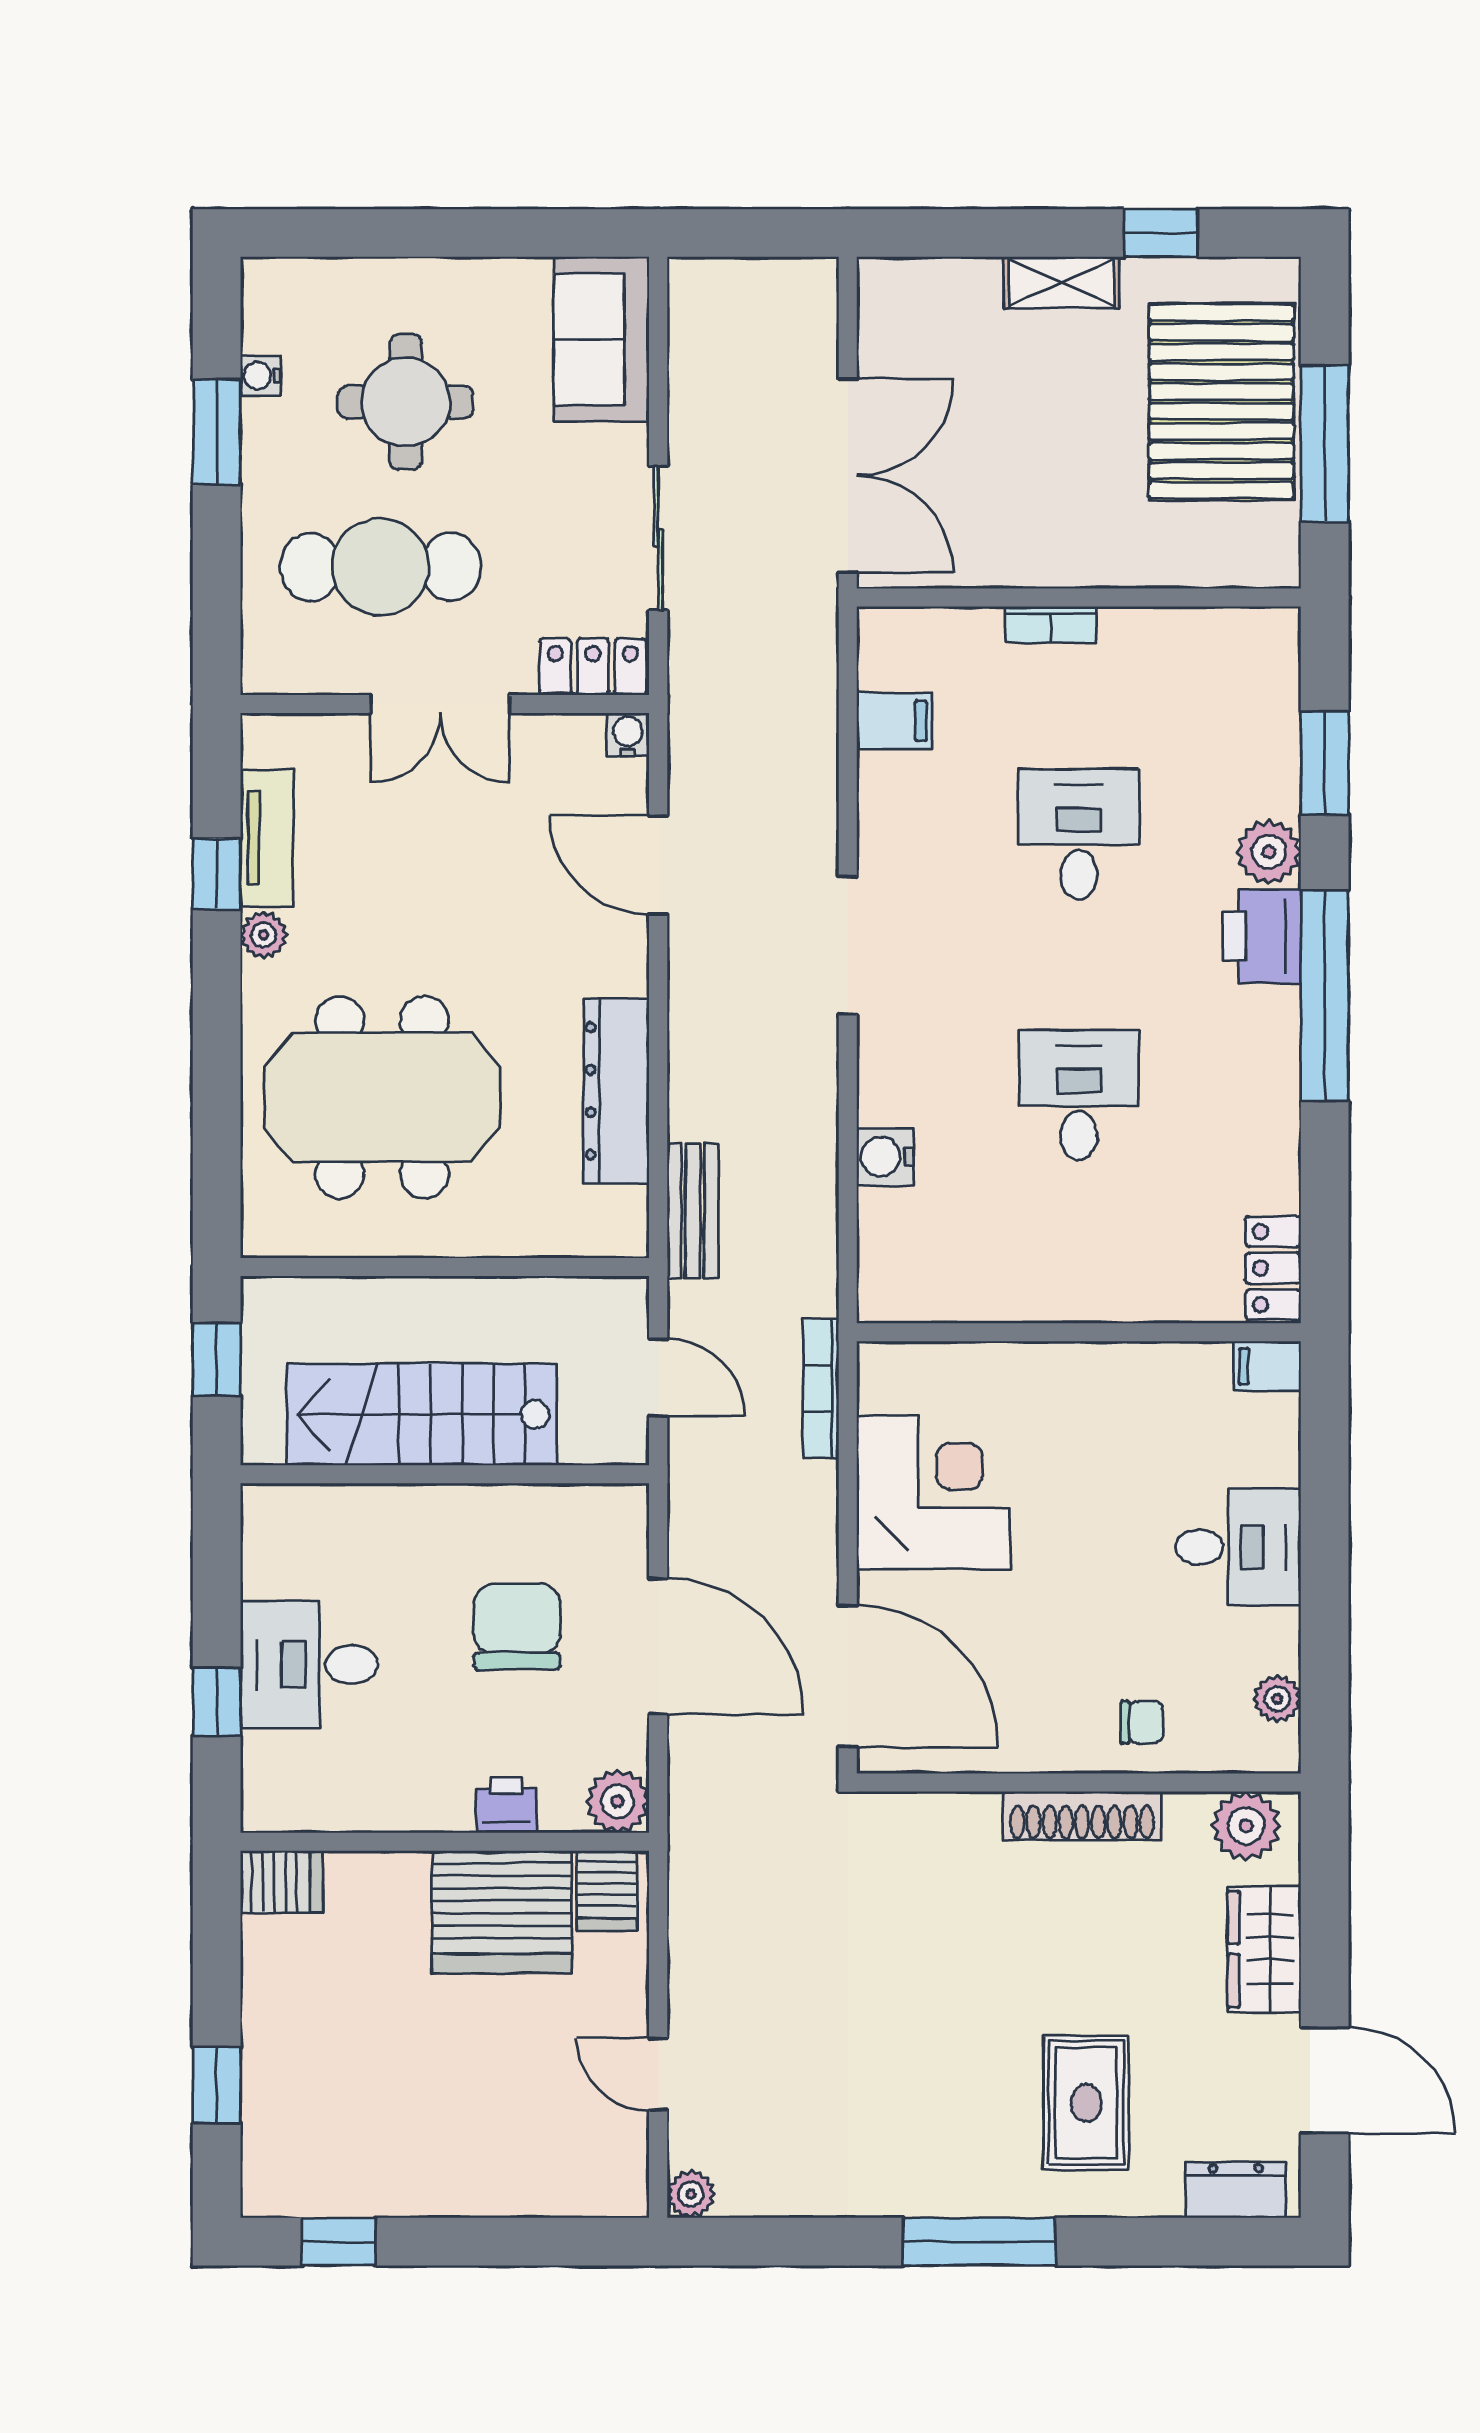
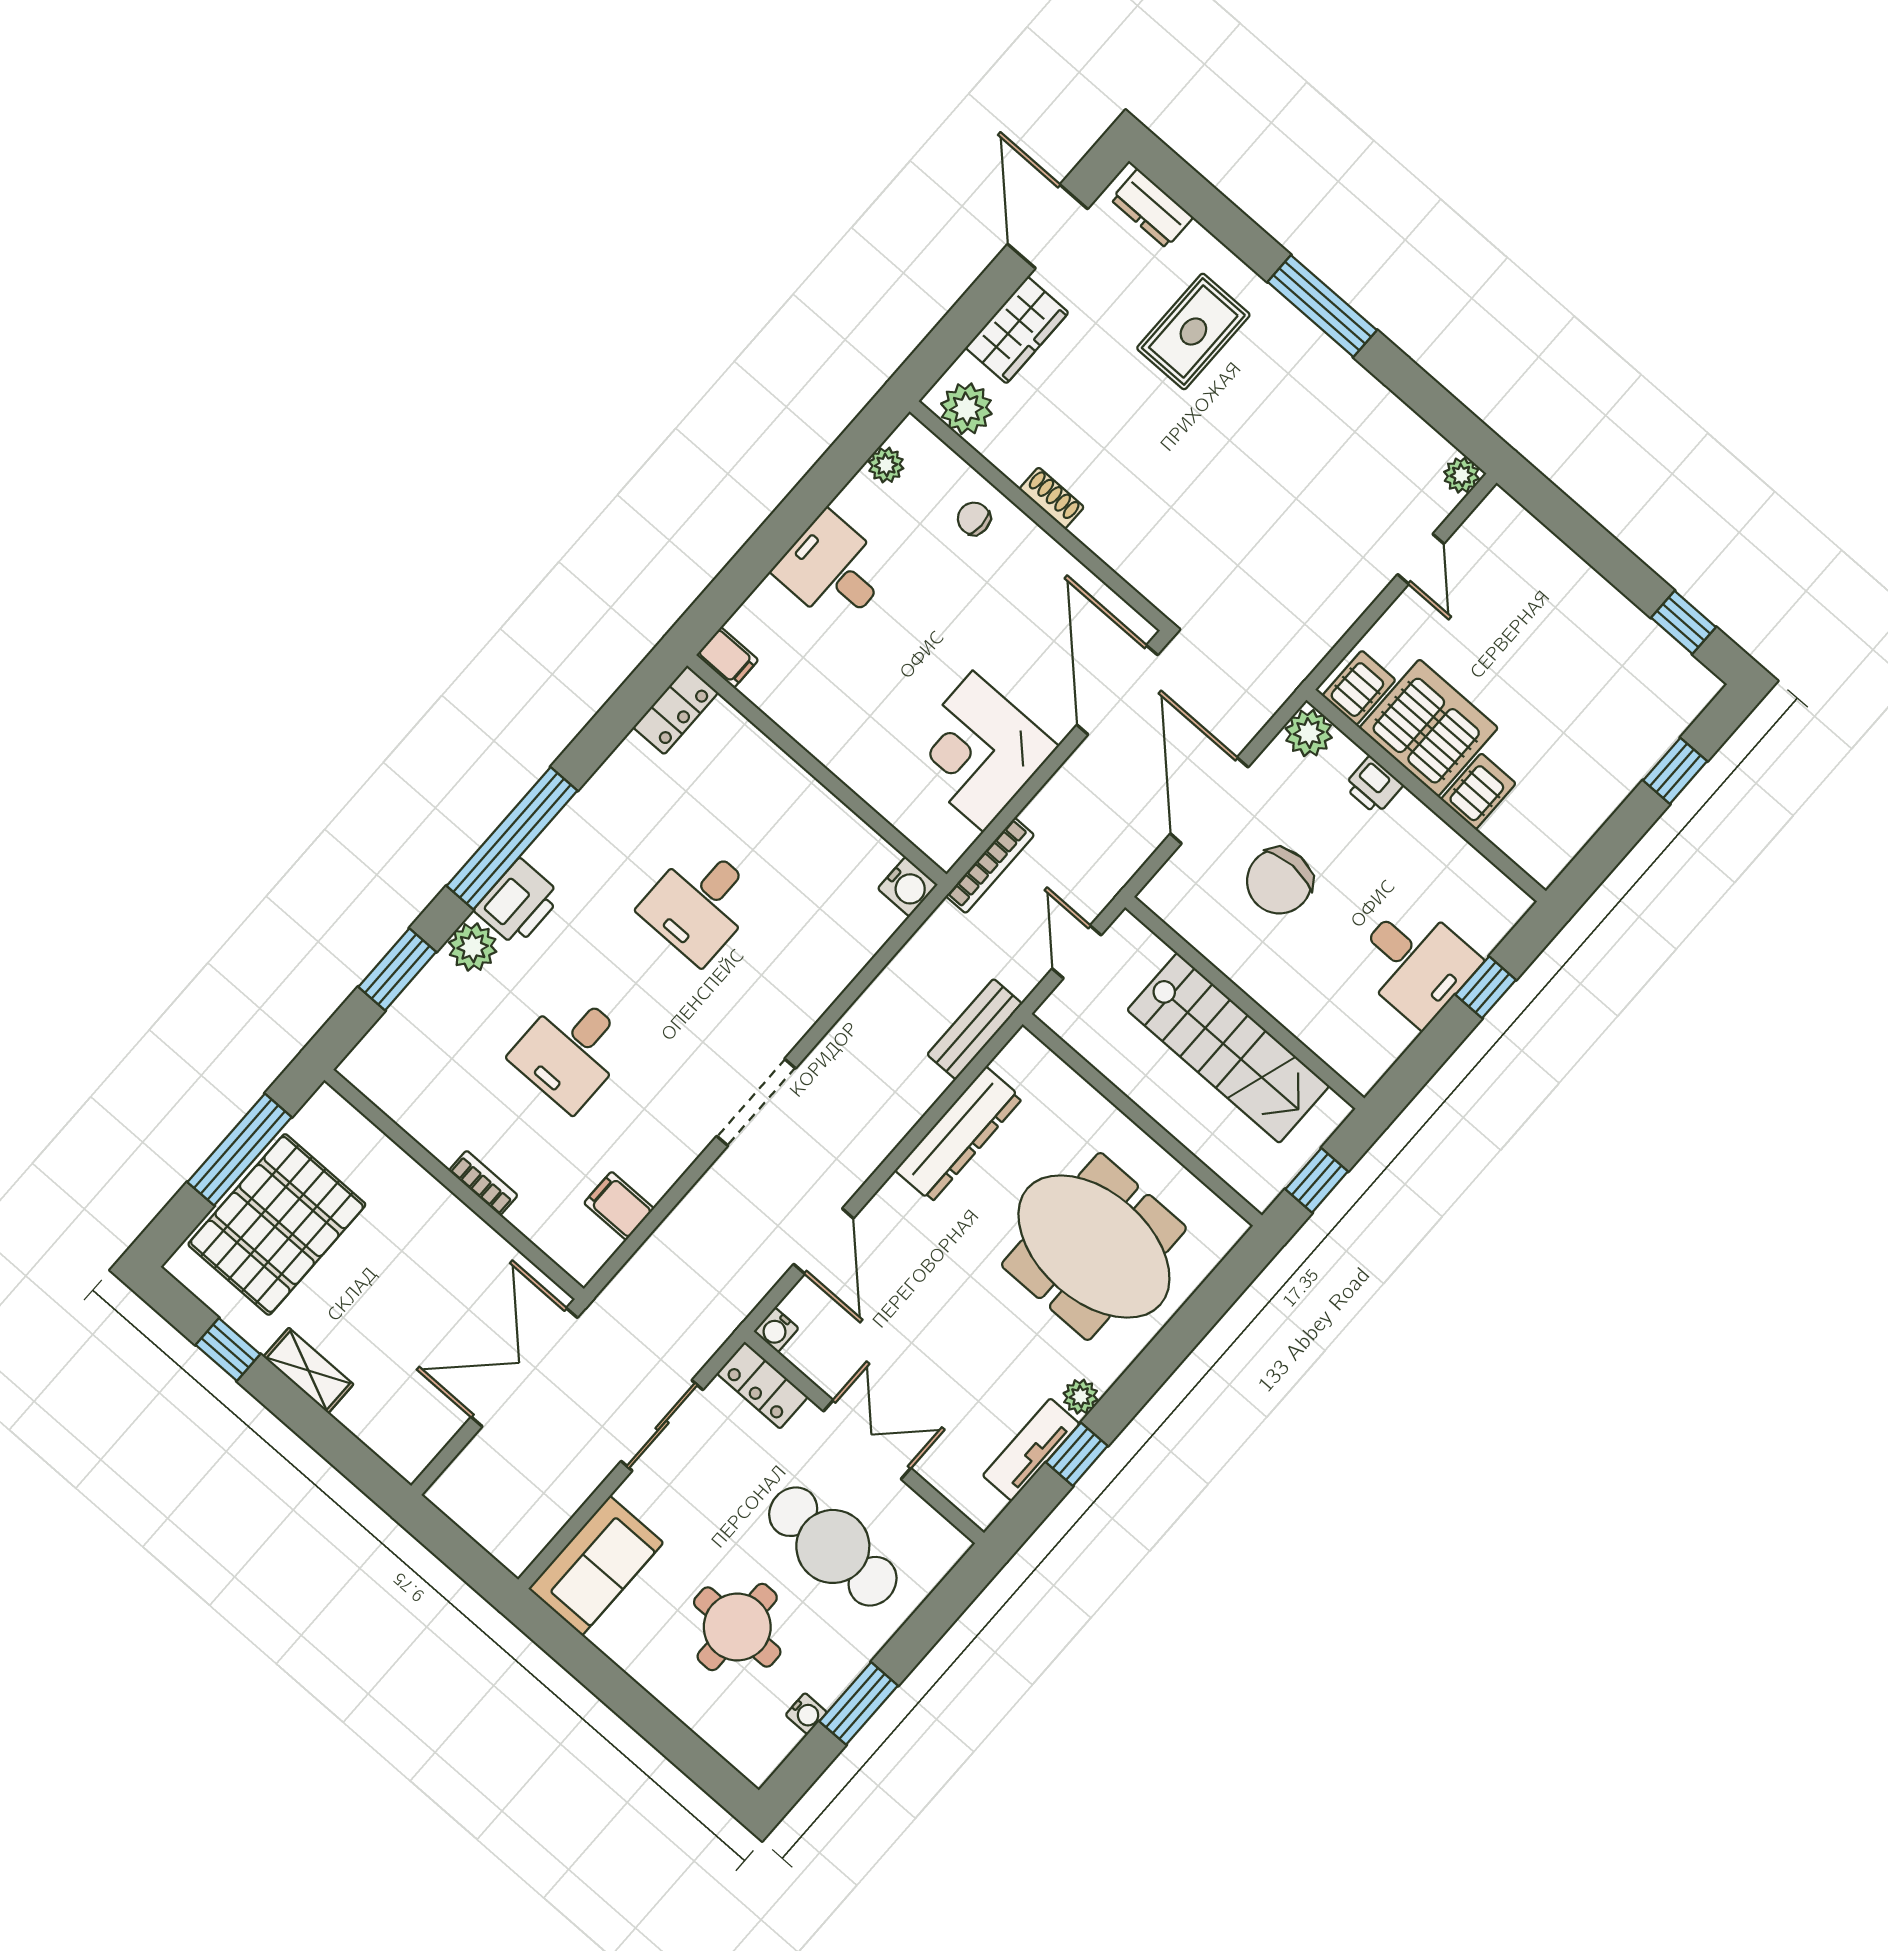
water cooler: (885, 1157) -> (908, 887), moved
shoe rack: (1082, 1816) -> (1052, 498), width x0.51, depth x0.81
server rack: (282, 1882) -> (1478, 791), moved, turned 90

